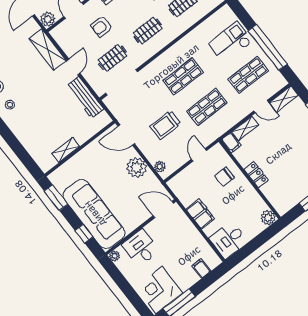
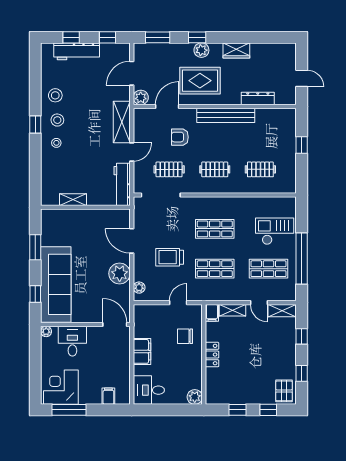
wall: (80, 148) -> (85, 207), moved
shelving: (66, 150) -> (73, 200), moved

